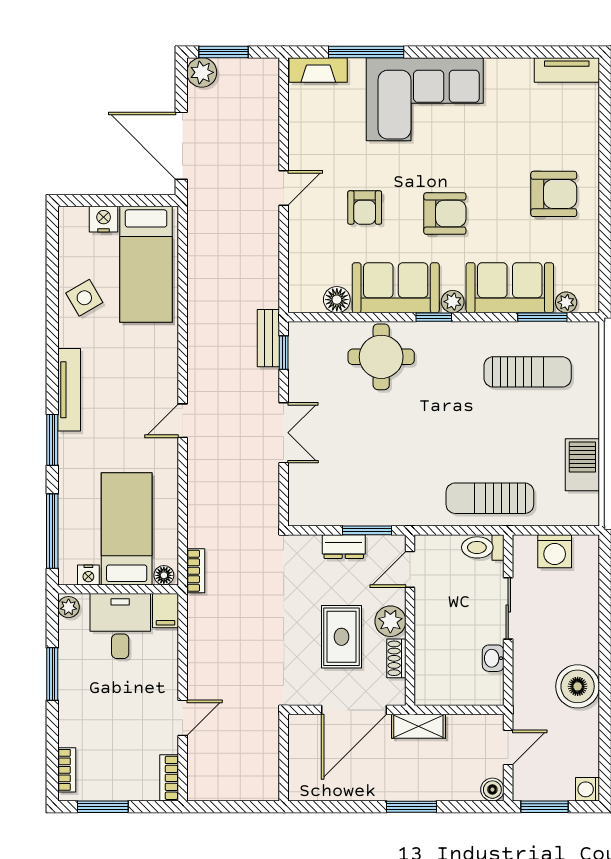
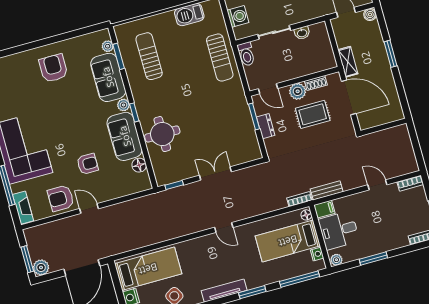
armchair: (445, 214) -> (61, 198), moved, turned -90
bench: (268, 338) -> (327, 190), moved

